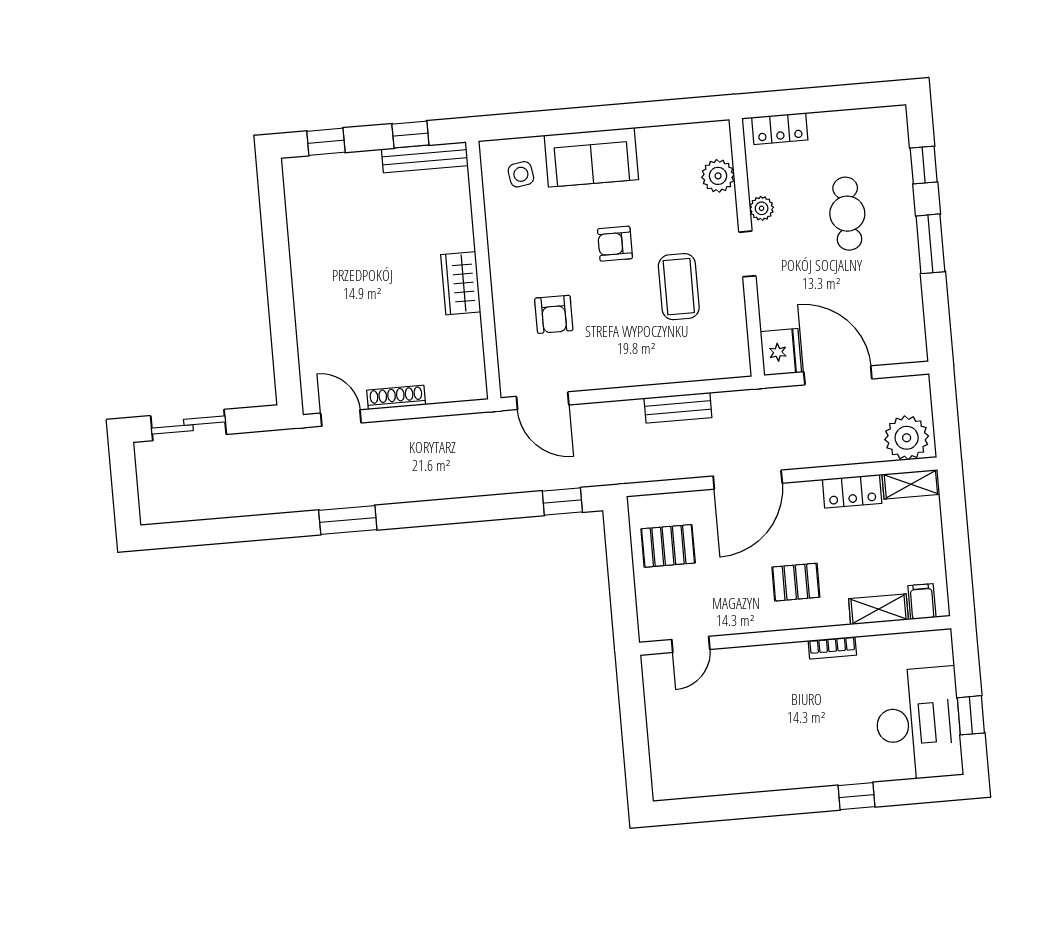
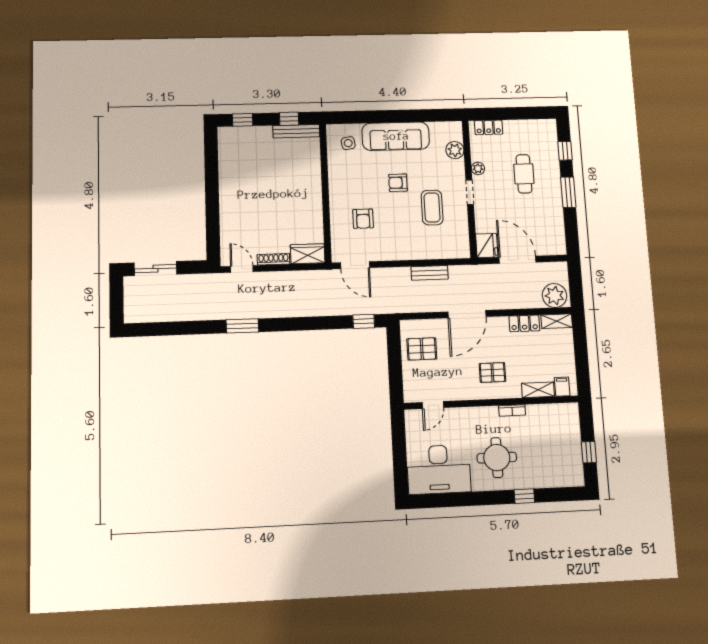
sofa: (591, 157) -> (396, 136), width x1.36
wardrobe: (461, 283) -> (308, 254), moved, turned 90
desk: (918, 724) -> (439, 469), moved, turned 90
round table: (806, 731) -> (497, 458), added

